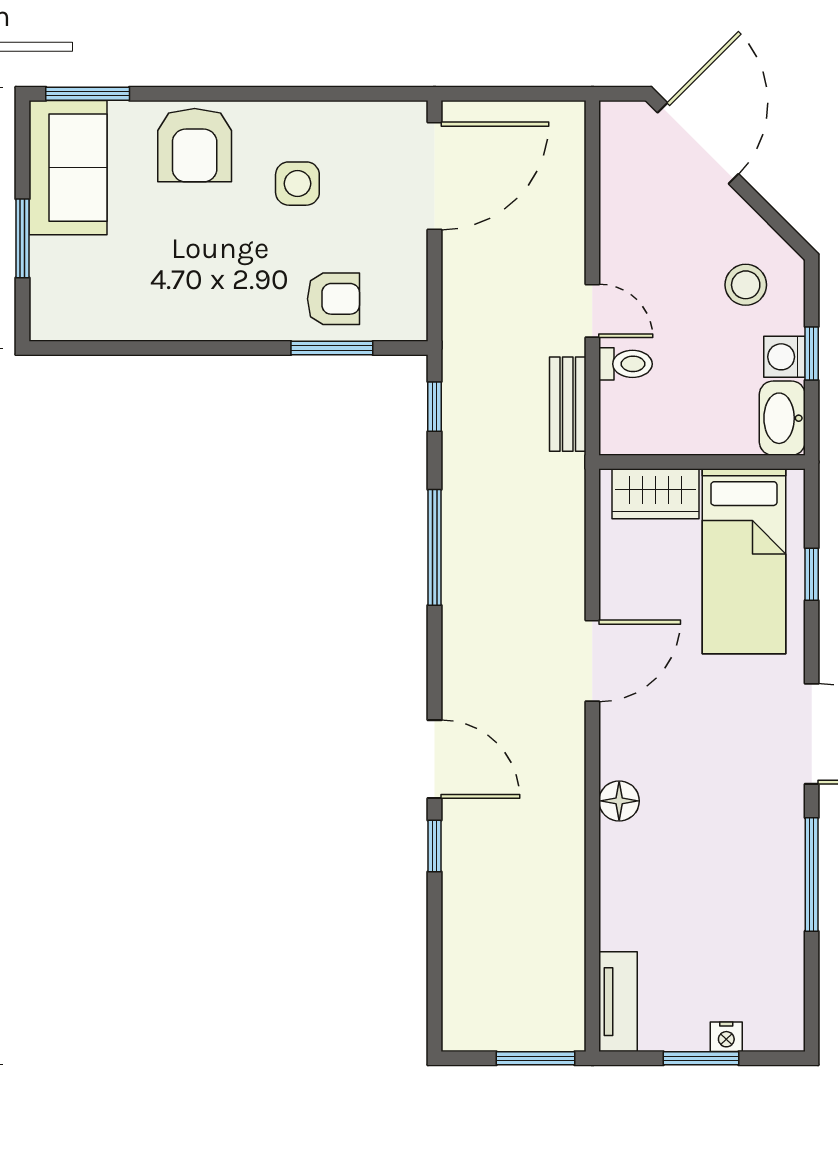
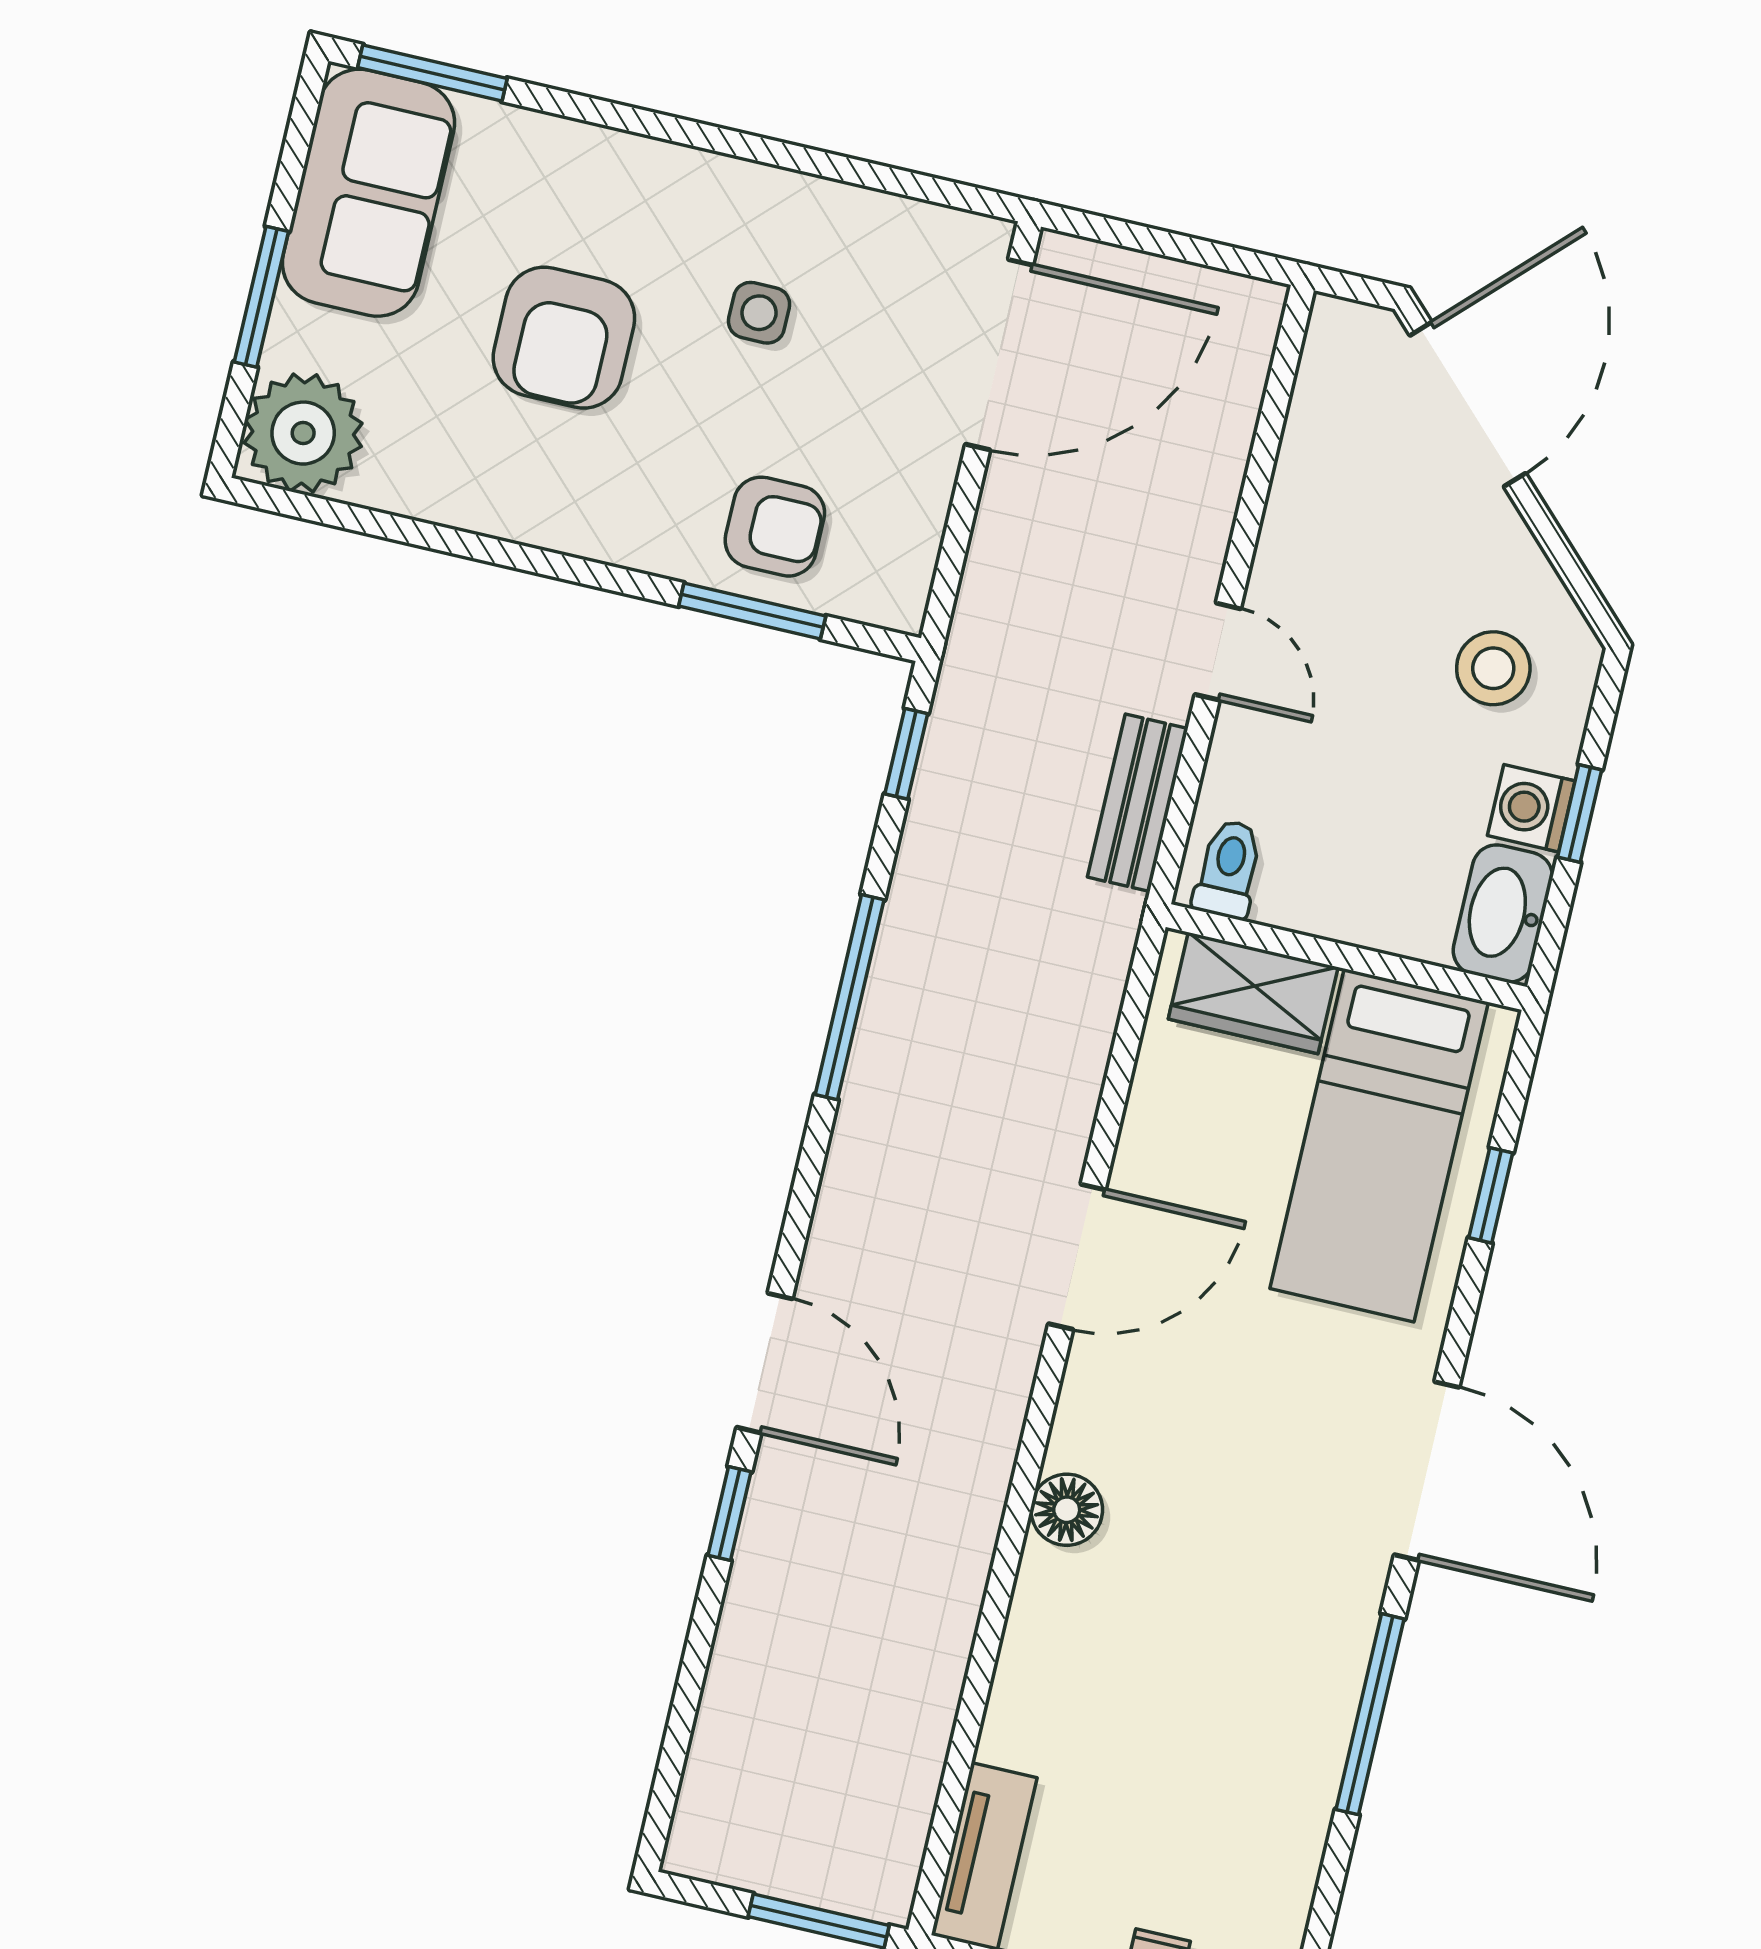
armchair: (195, 145) -> (564, 338), moved
side table: (297, 184) -> (759, 313), width x0.73, depth x0.73
plant: (63, 308) -> (303, 433), added
toilet: (626, 364) -> (1228, 869), moved, turned -90

